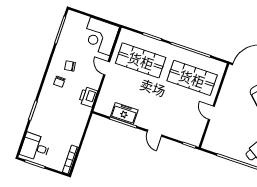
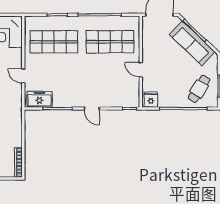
door: (107, 68) -> (23, 76), moved
printer: (88, 97) -> (15, 95), removed
freezer: (124, 113) -> (39, 99), moved
fridge: (211, 143) -> (151, 100), added

